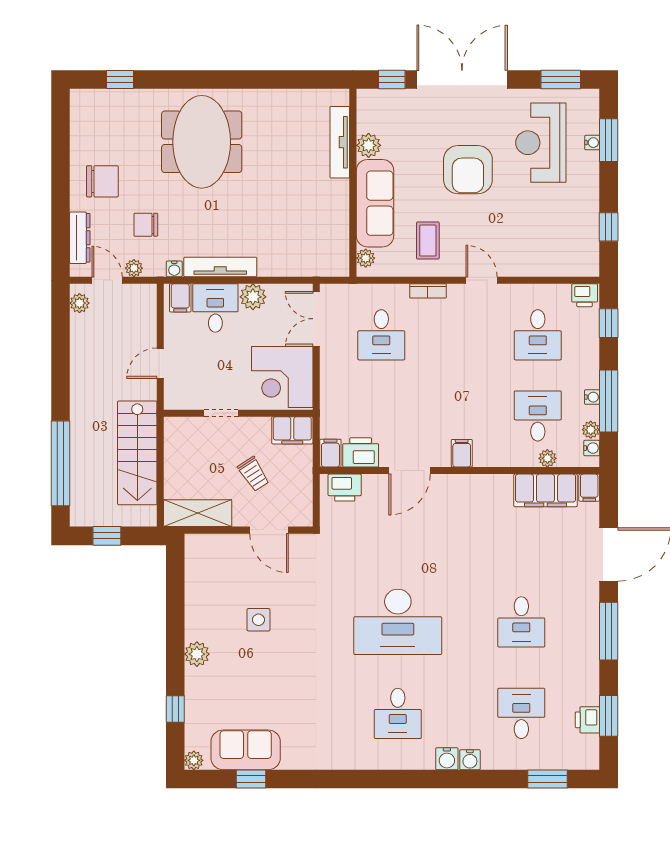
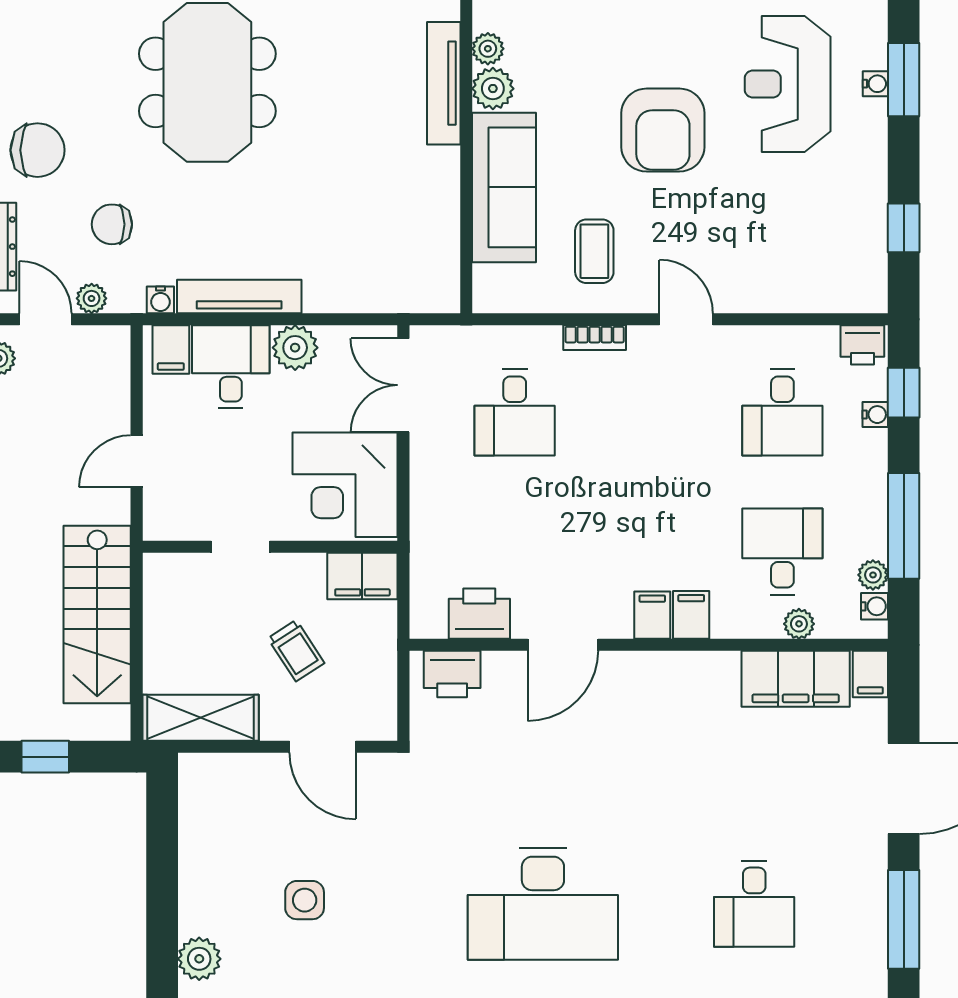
plant: (366, 258) -> (488, 49), moved
water cooler: (592, 397) -> (875, 415), moved
filing cabinet: (330, 453) -> (691, 615), moved

